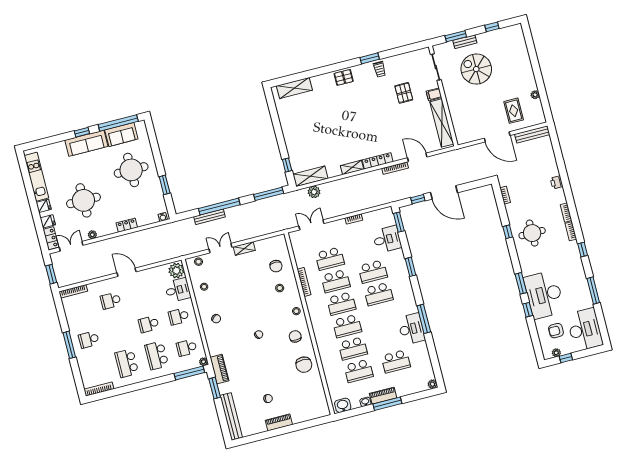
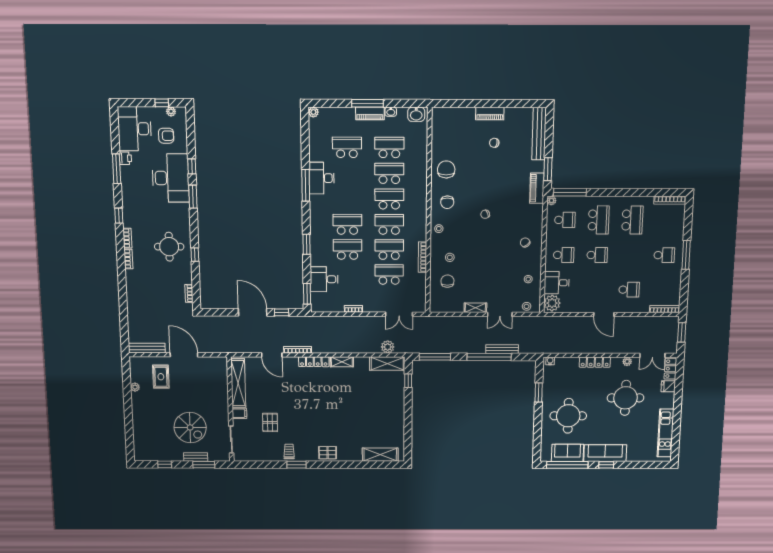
printer: (557, 182) -> (125, 158), moved
fridge: (44, 206) -> (667, 403), removed
locker: (127, 225) -> (595, 362), width x1.53

